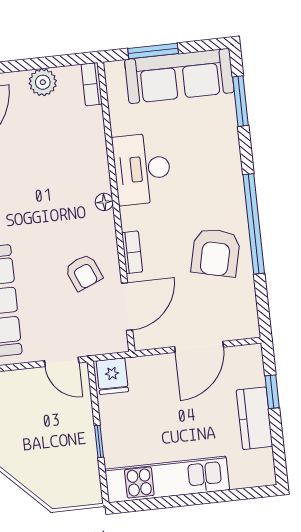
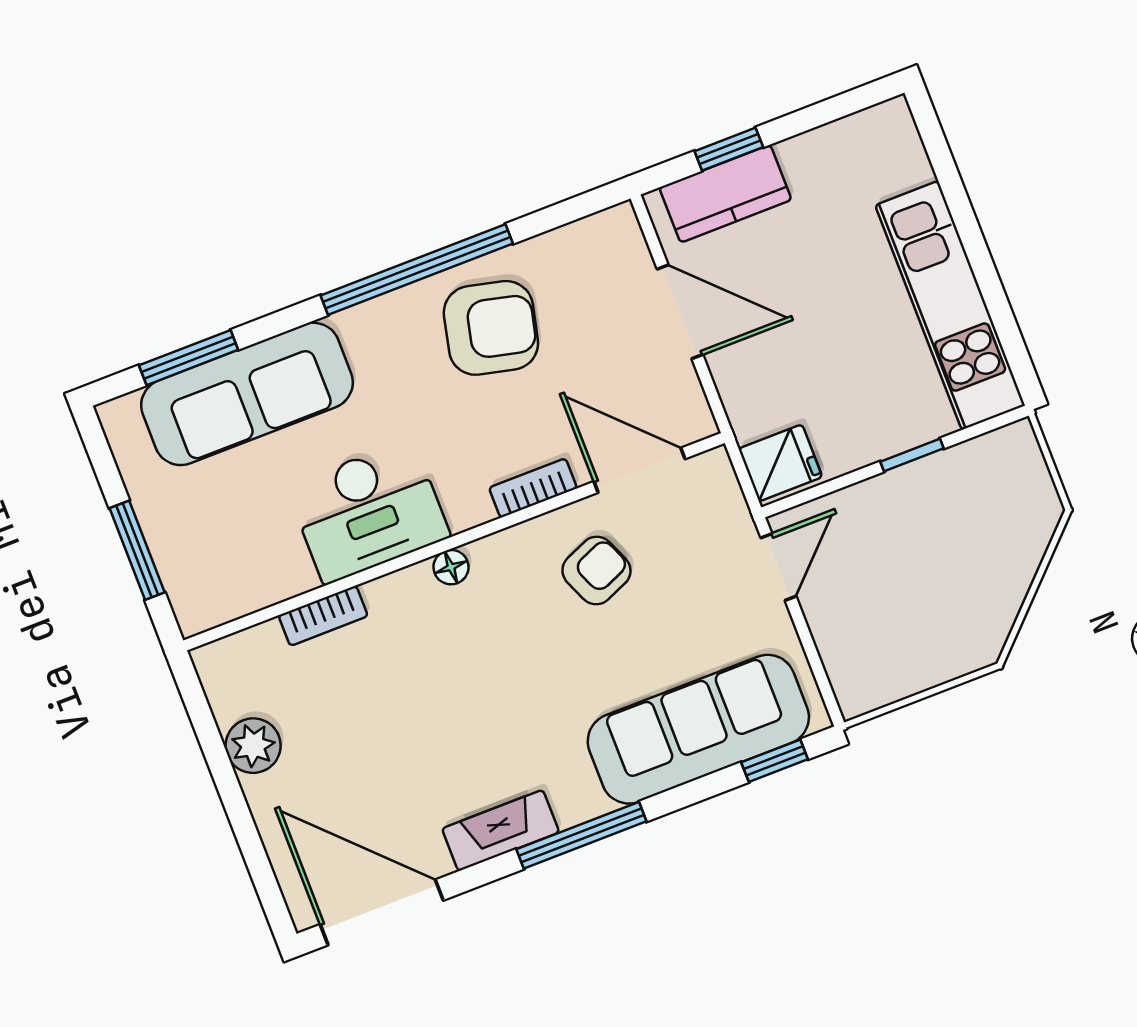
sofa: (179, 76) -> (247, 394), moved, turned 90
bookcase: (92, 84) -> (323, 616), moved
kitchen counter: (254, 418) -> (725, 194), moved

